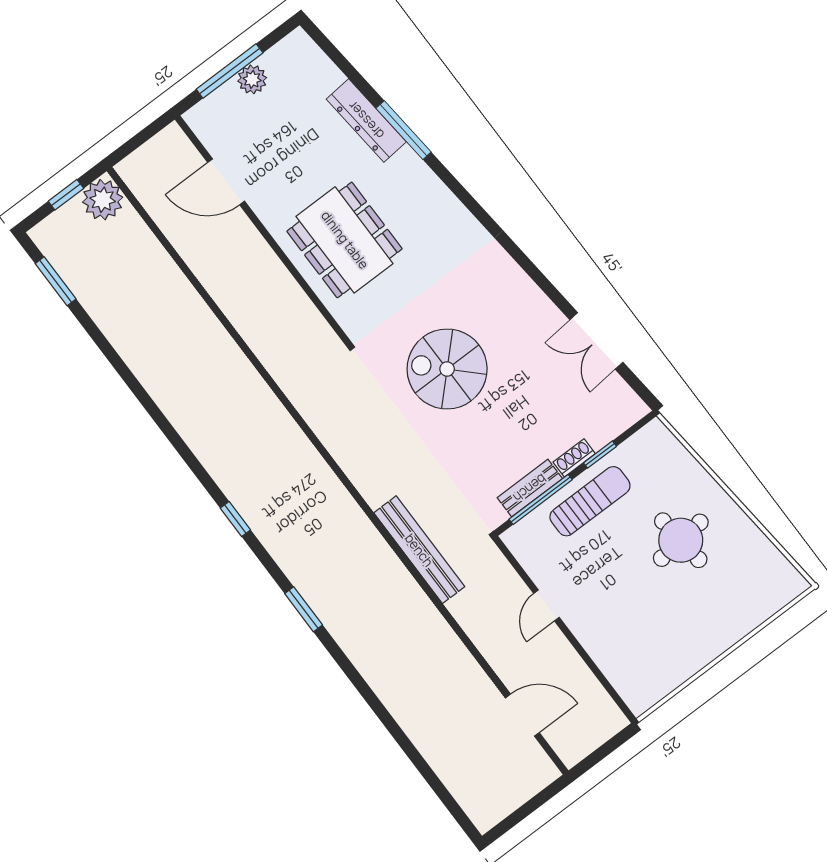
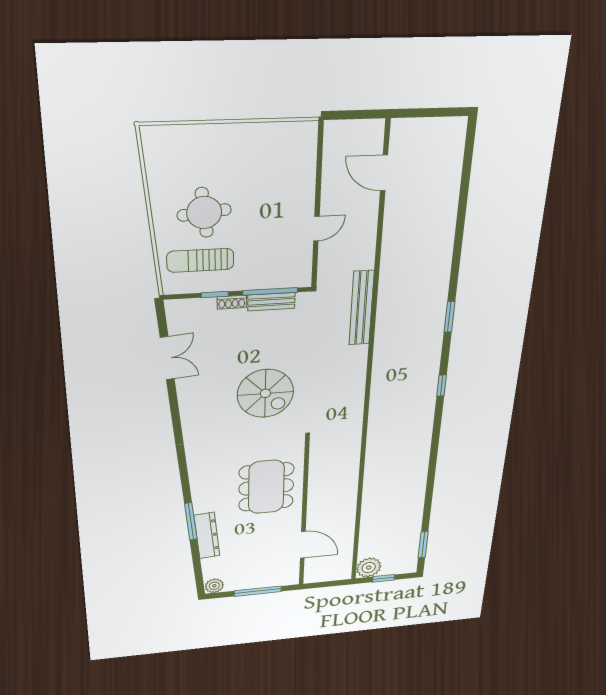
plant: (252, 79) -> (214, 586), moved
sun lounger: (590, 501) -> (200, 260), moved

